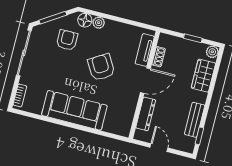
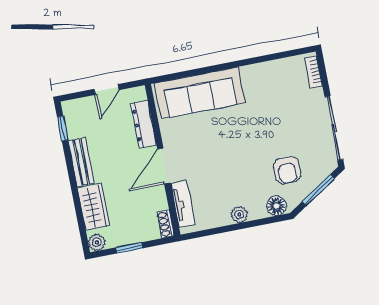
plant: (99, 23) -> (239, 215), moved
shoe rack: (159, 57) -> (165, 224), moved
armchair: (101, 67) -> (228, 156), removed
sofa: (74, 110) -> (200, 93), moved
bench: (195, 120) -> (81, 162), moved
door: (159, 148) -> (107, 89), hinge flipped

